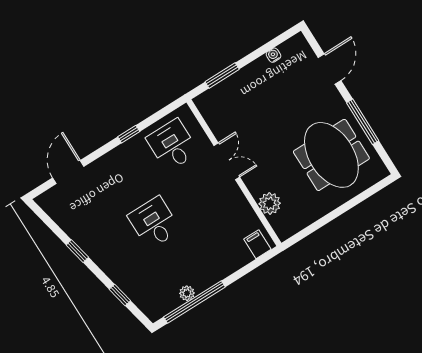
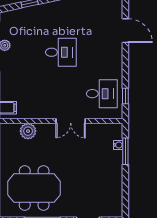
water cooler: (273, 55) -> (118, 145), moved
window: (129, 134) -> (125, 96), moved
door: (68, 172) -> (125, 31), moved

